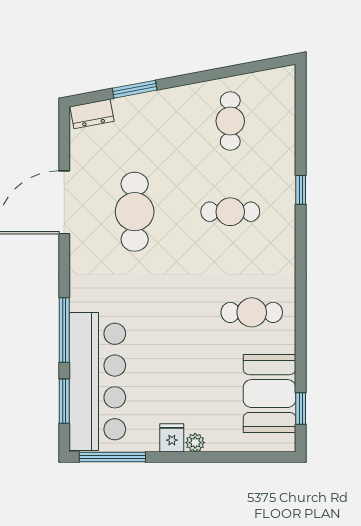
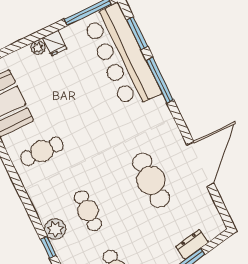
dresser: (92, 114) -> (192, 244), moved
plant: (282, 209) -> (55, 229), added
cafe table: (230, 212) -> (88, 211), turned 90

